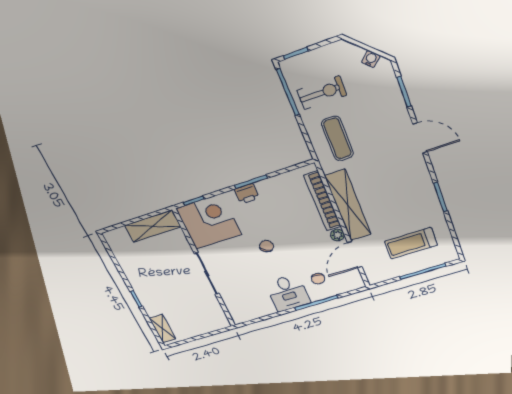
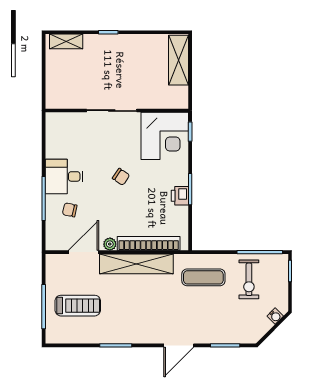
water cooler: (371, 59) -> (275, 316), moved
printer: (247, 194) -> (180, 196), moved
shelving: (153, 226) -> (178, 60), moved
treadmill: (411, 243) -> (78, 306), turned 90
door: (355, 255) -> (83, 252), hinge flipped

